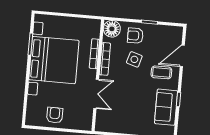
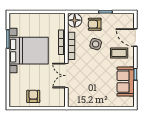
door: (182, 56) -> (135, 38), hinge flipped
bed with nightstands: (54, 60) -> (29, 51), width x0.73
double door: (96, 94) -> (66, 76), swing flipped

